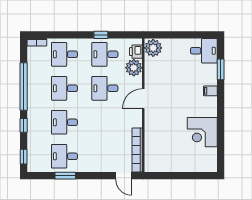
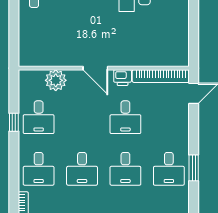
plant: (153, 48) -> (30, 56), removed
printer: (136, 52) -> (123, 78), moved
desk: (105, 88) -> (125, 117), moved

